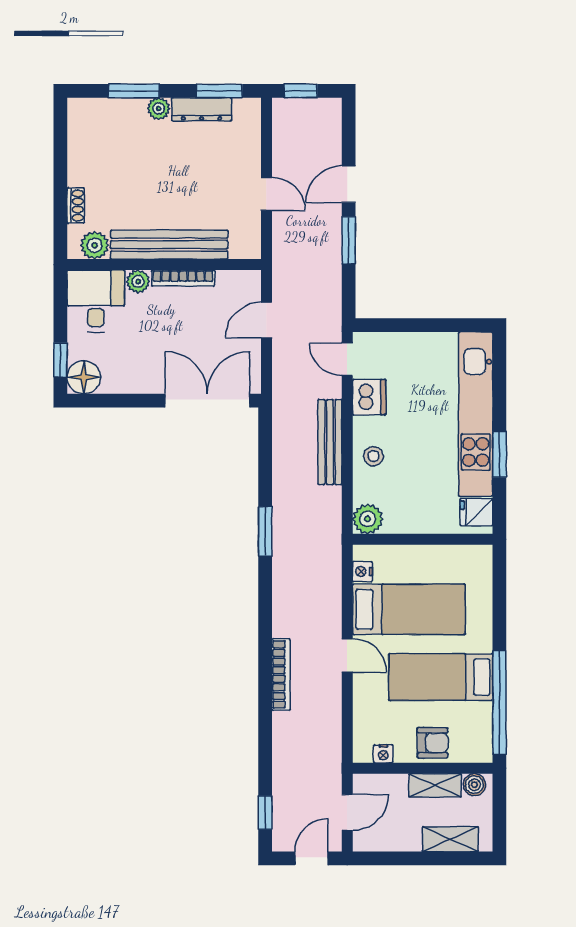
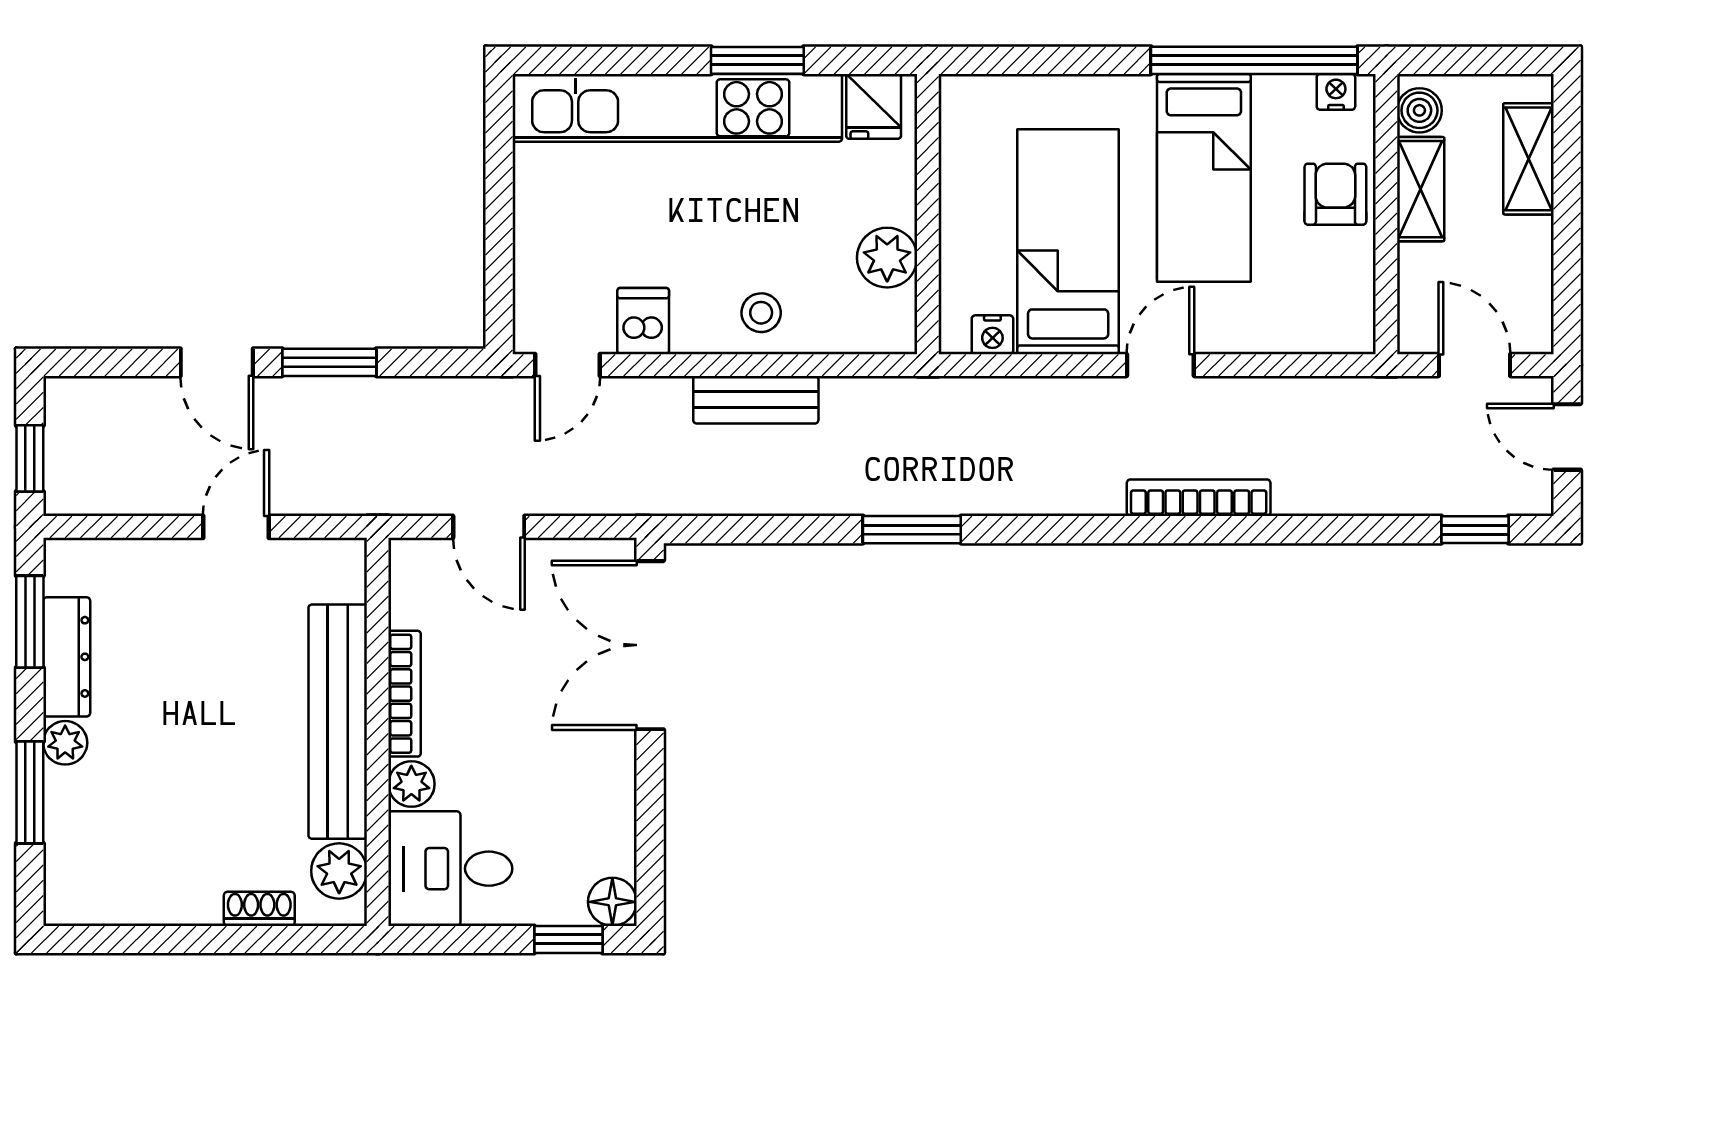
floor lamp: (84, 377) -> (612, 902), width x0.73, depth x0.73
dishwasher: (369, 397) -> (643, 321), width x0.73
bench: (330, 442) -> (756, 400), width x0.73
plant: (368, 519) -> (887, 258), moved
nightstand: (383, 754) -> (1336, 92), moved, turned -90

